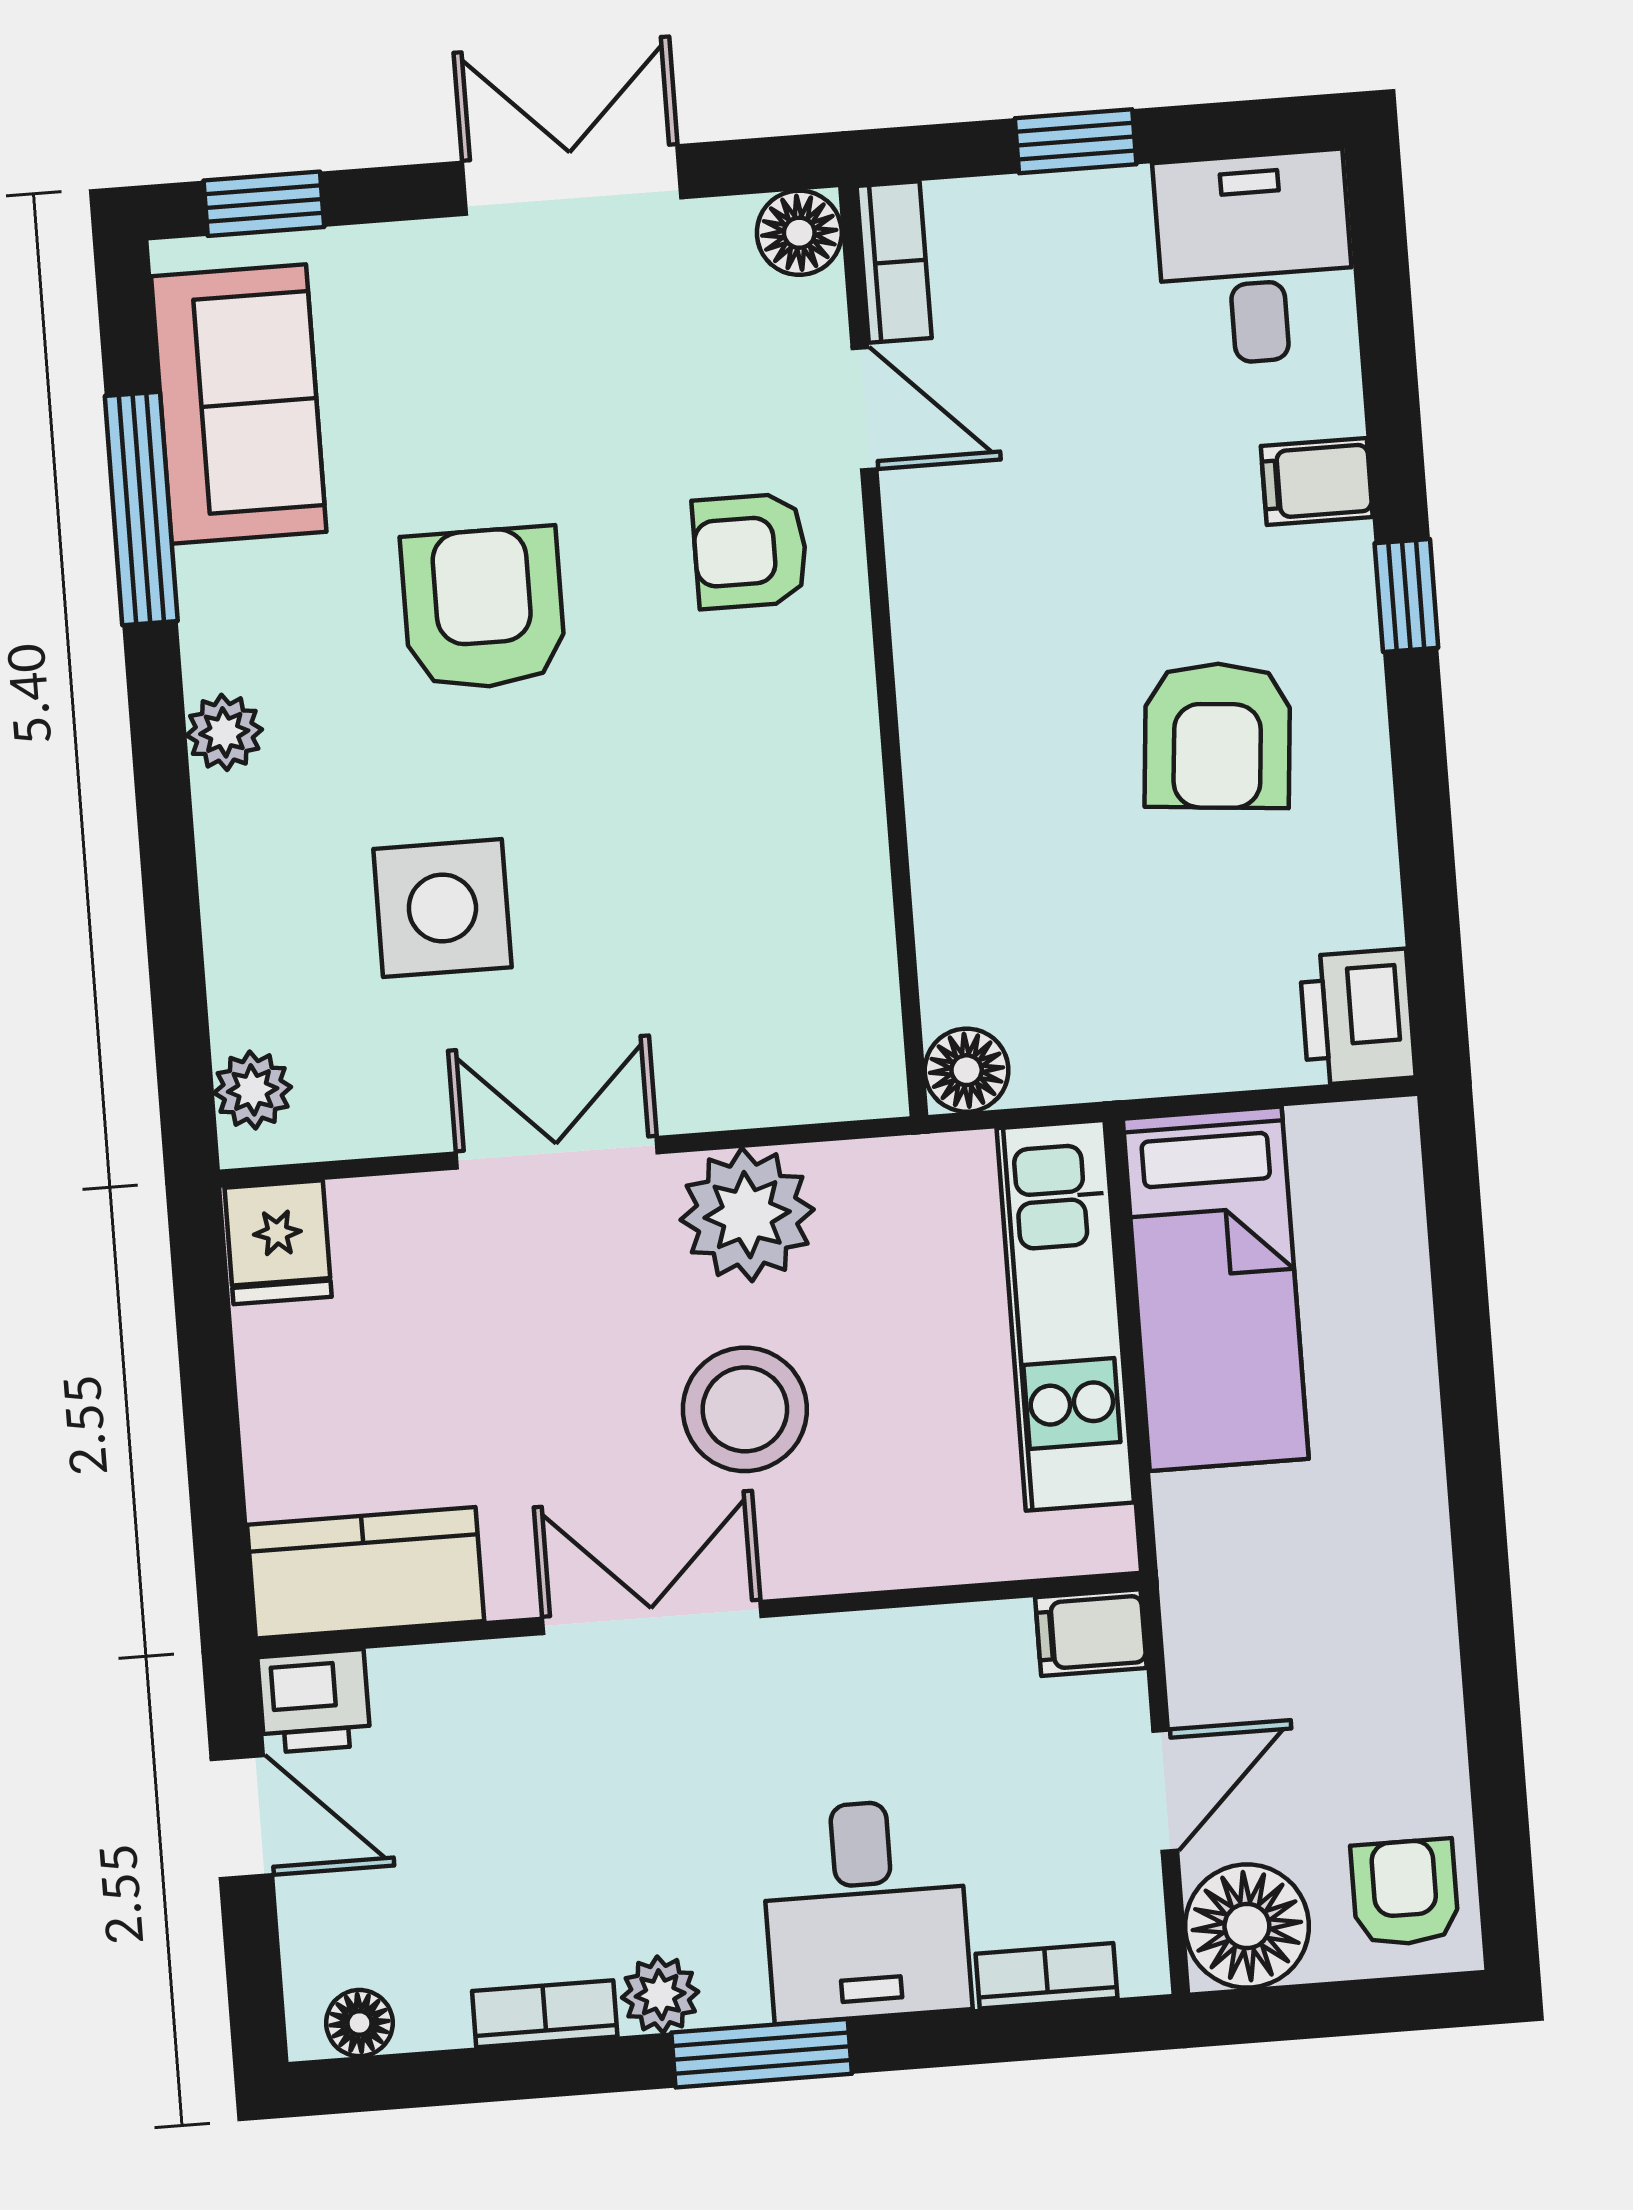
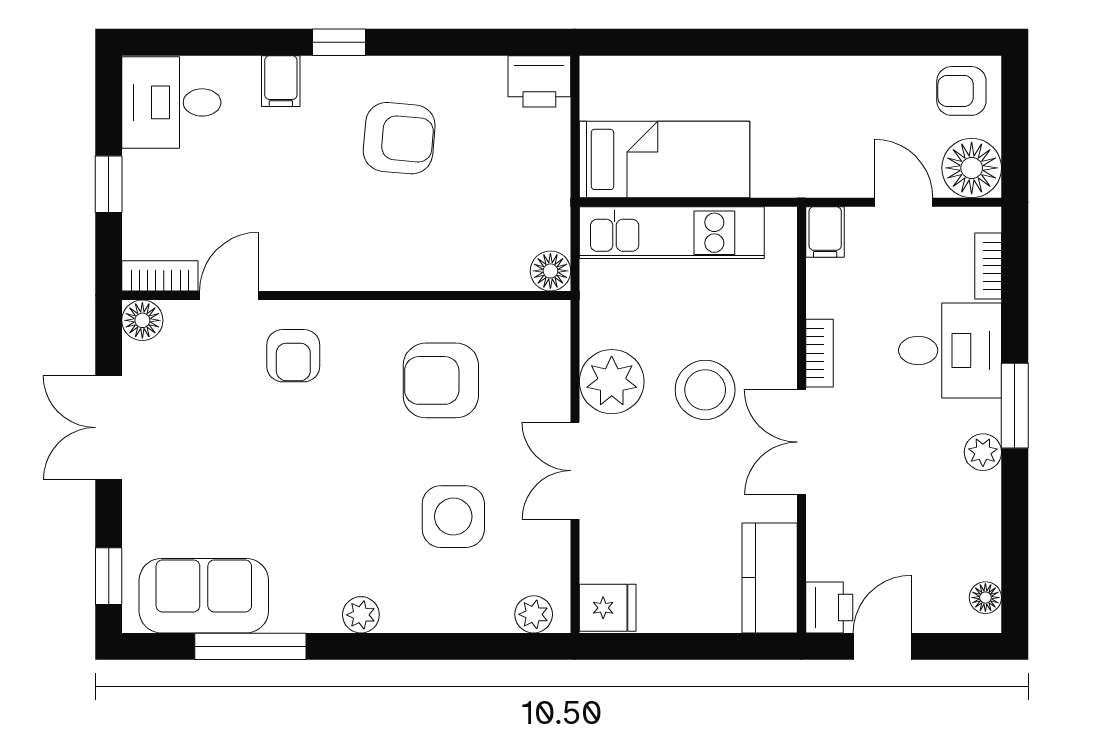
armchair: (483, 609) -> (441, 380), moved
bookcase: (545, 2014) -> (820, 353), moved, turned 180

